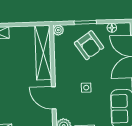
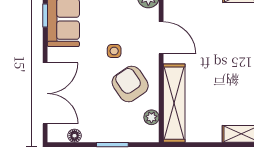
plant: (58, 30) -> (151, 117), moved
armchair: (89, 45) -> (130, 84), moved

